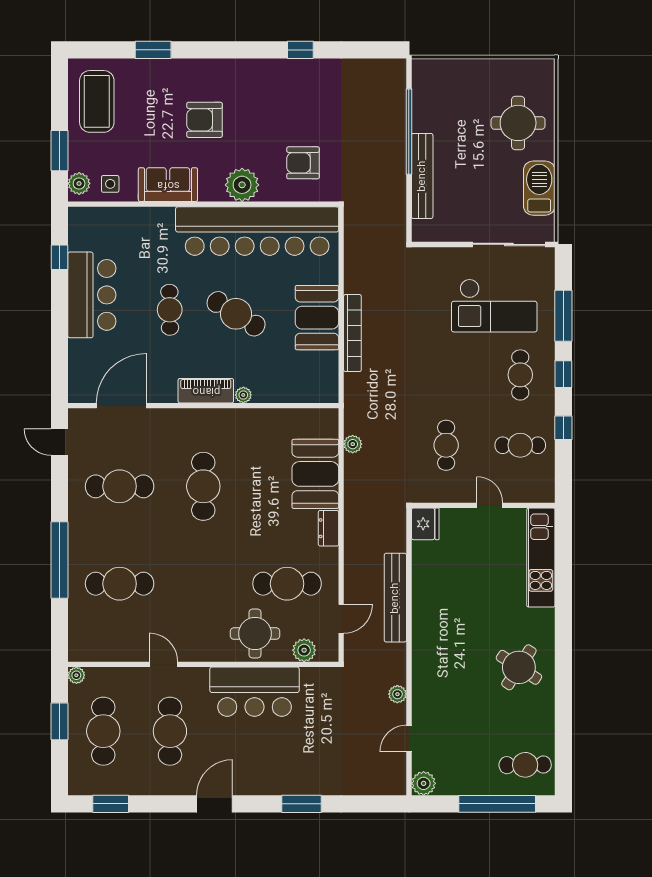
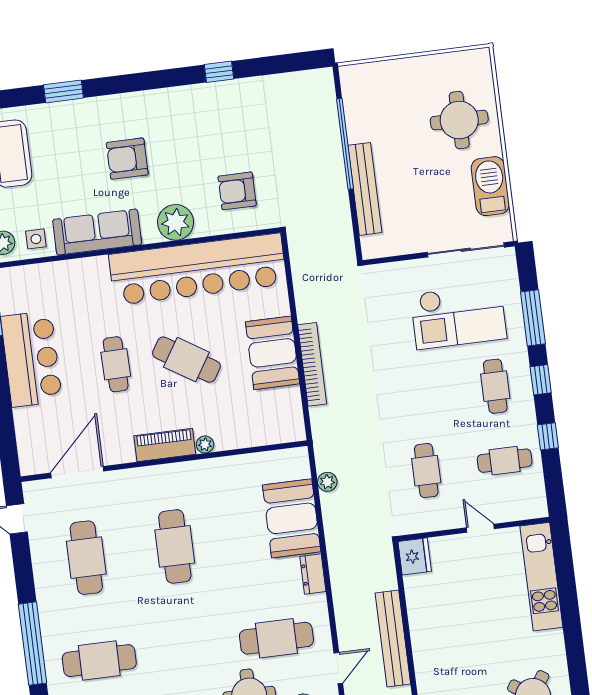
sofa: (168, 185) -> (97, 232), width x1.36
cafe table: (120, 486) -> (86, 558), turned 90

